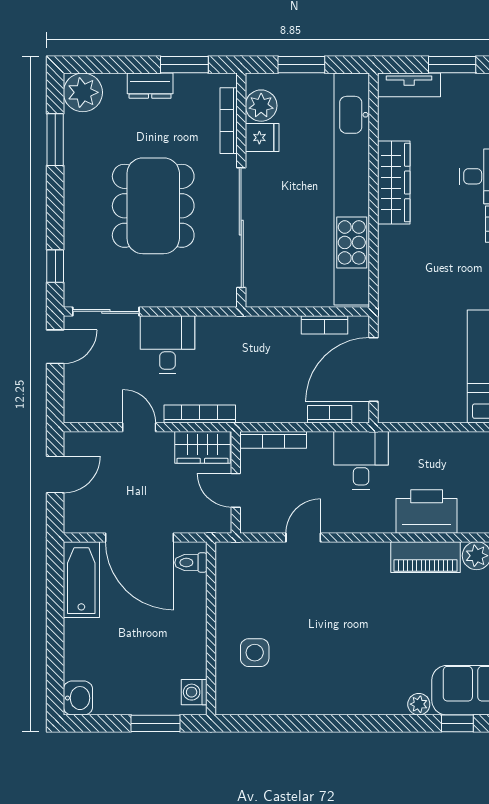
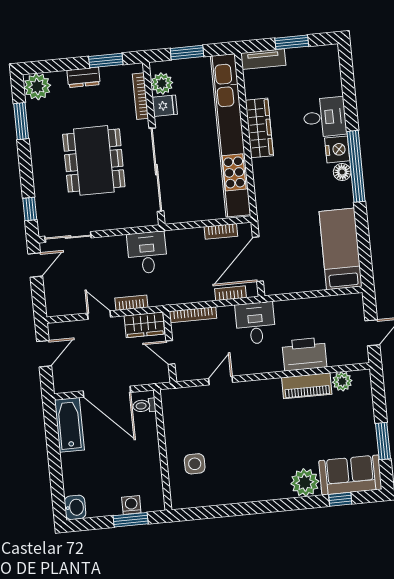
desk: (168, 345) -> (147, 253), moved
bookcase: (200, 414) -> (131, 303), width x0.64
washing machine: (194, 692) -> (131, 505), moved, turned 90
plant: (419, 704) -> (305, 482), width x1.87, depth x1.87

